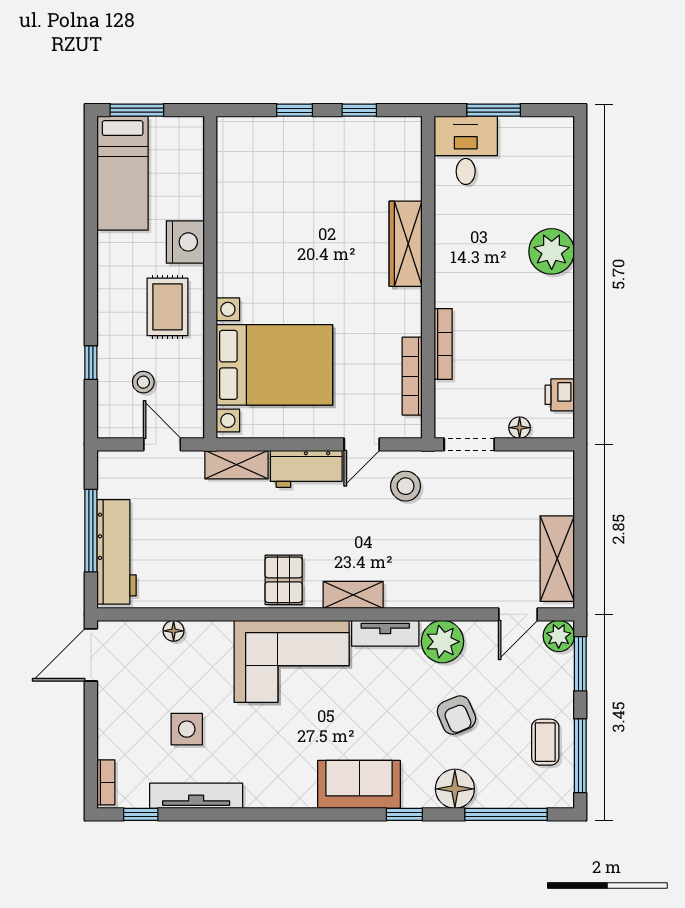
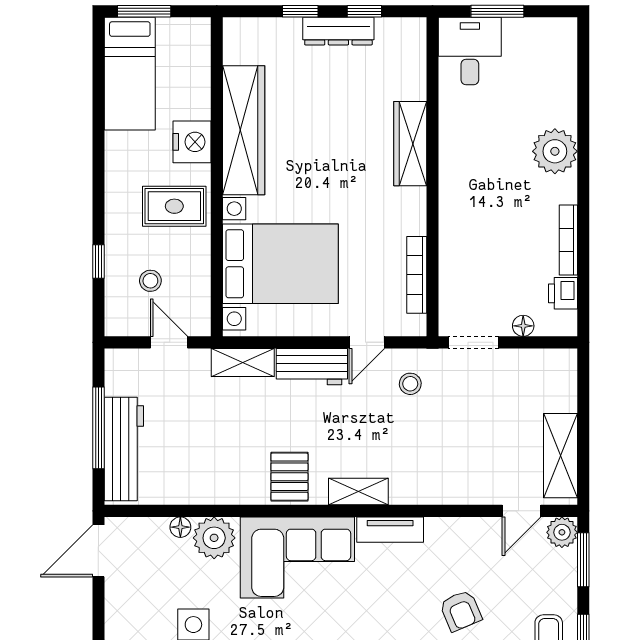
dresser: (333, 130) -> (338, 31), added
wardrobe: (237, 230) -> (244, 130), added
rug: (167, 307) -> (174, 206), turned 90
bookcase: (443, 344) -> (568, 240), moved, turned 180
stool: (406, 486) -> (410, 384), width x0.73, depth x0.73
plant: (442, 642) -> (214, 538), moved

